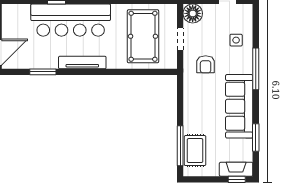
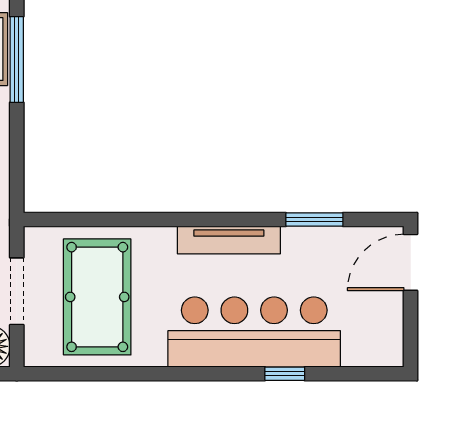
doorway: (180, 39) -> (17, 291), width x1.38

